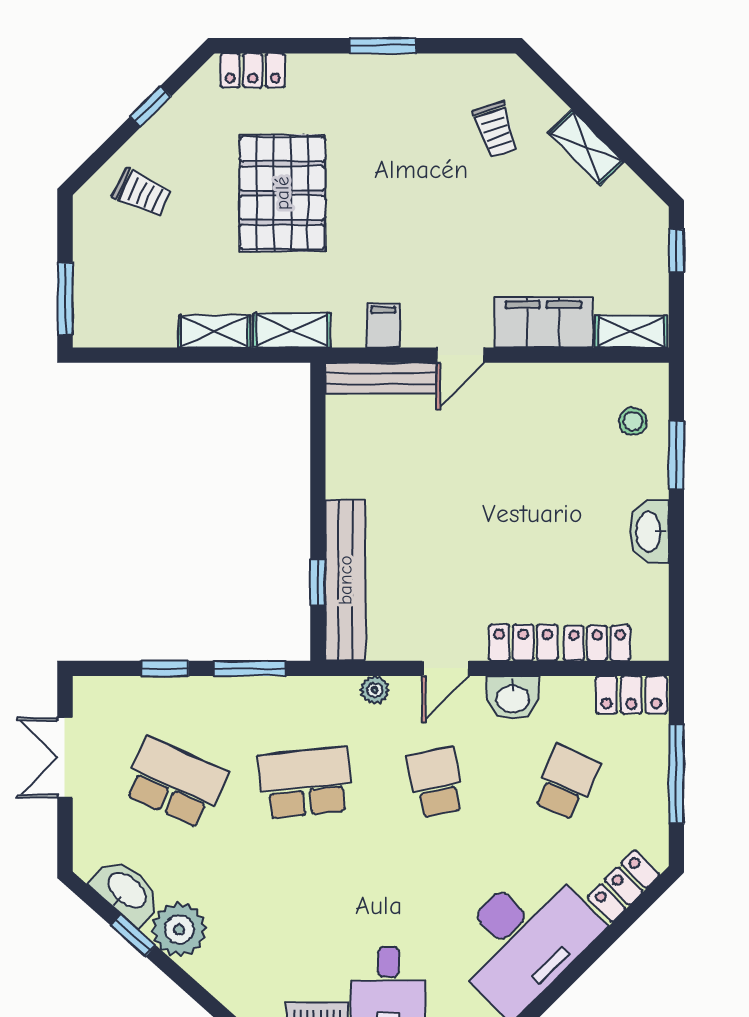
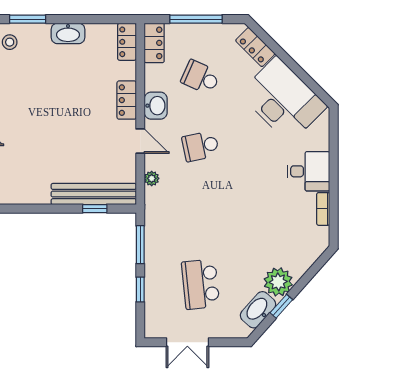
locker: (597, 643) -> (127, 42), moved
school desk: (175, 782) -> (201, 284), turned -30
school desk: (305, 782) -> (201, 215), removed

